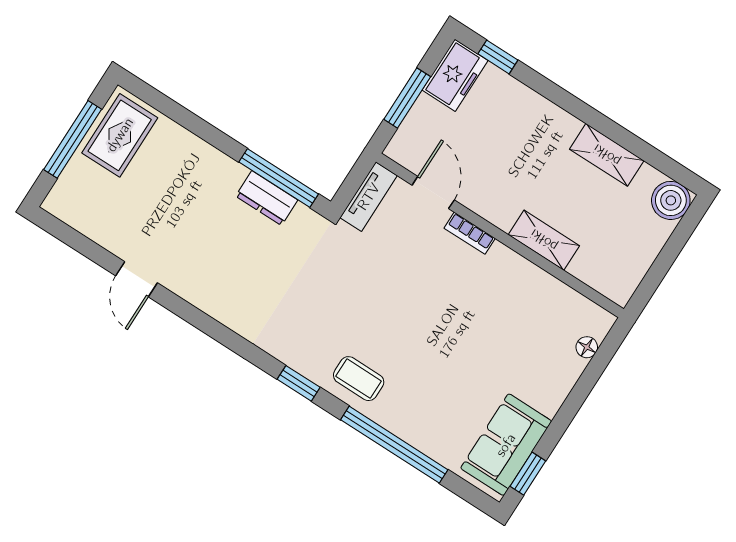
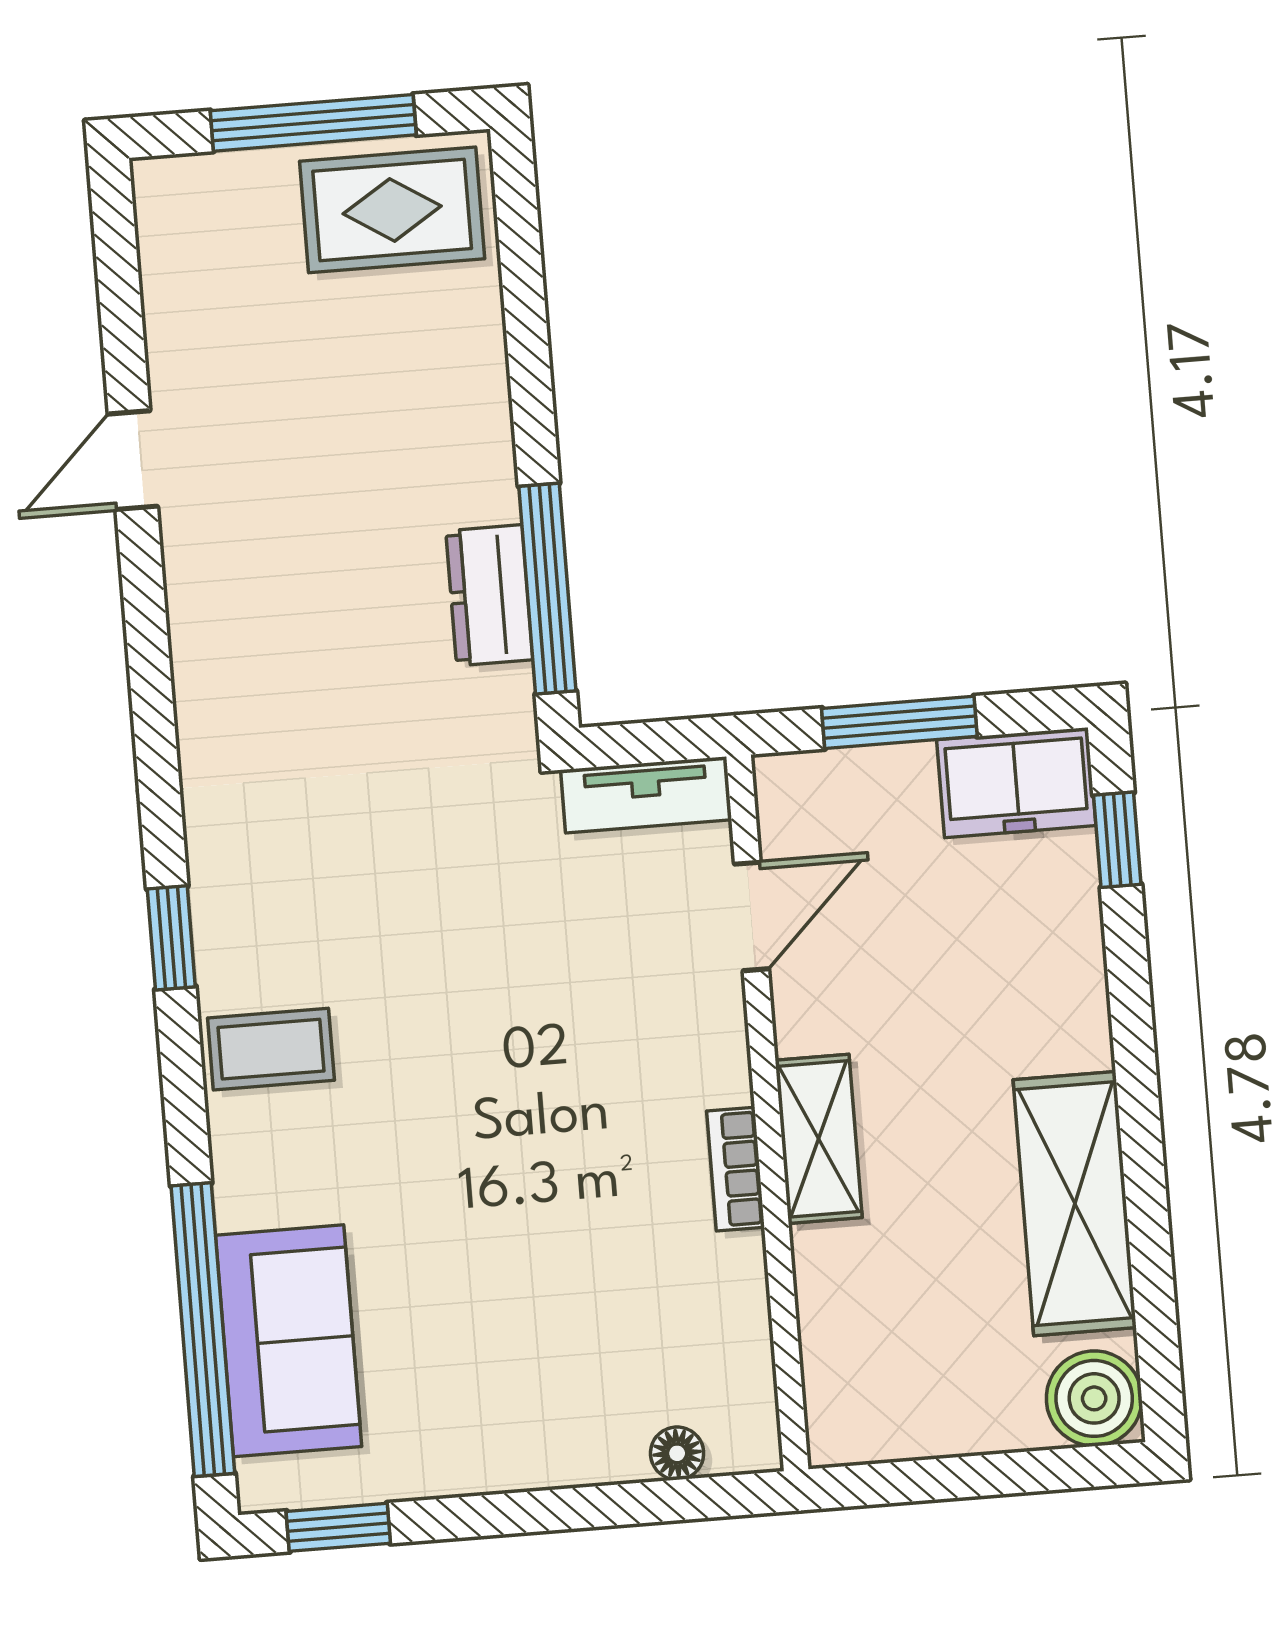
shelving: (607, 155) -> (1075, 1204), width x1.50, depth x1.33
bookcase: (470, 233) -> (736, 1169), moved
shelving: (544, 240) -> (819, 1139), moved
coffee table: (359, 379) -> (271, 1049), turned 90
window: (394, 445) -> (203, 1330), moved
sofa: (506, 445) -> (288, 1341), moved, turned 90

